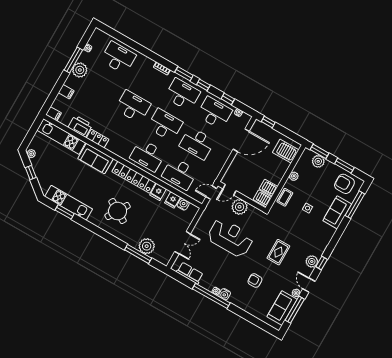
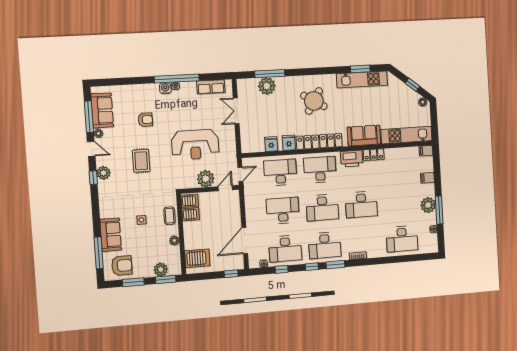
printer: (80, 126) -> (352, 159), moved
water cooler: (183, 204) -> (259, 147), removed

